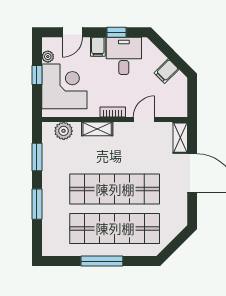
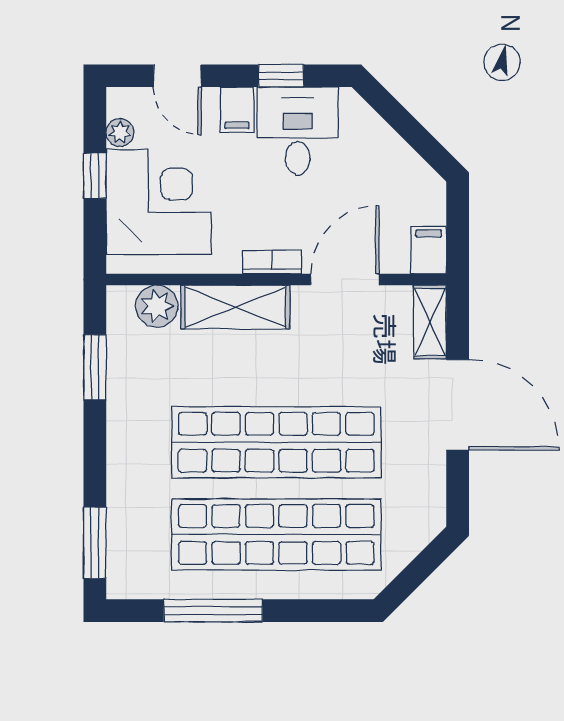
door: (72, 32) -> (177, 76), hinge flipped
filing cabinet: (166, 71) -> (429, 250), moved, turned 135
door: (144, 119) -> (345, 280), width x1.38
shelving: (97, 129) -> (236, 307), width x1.50, depth x1.33
window: (37, 204) -> (95, 543), moved
window: (102, 261) -> (213, 611), moved

